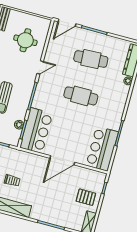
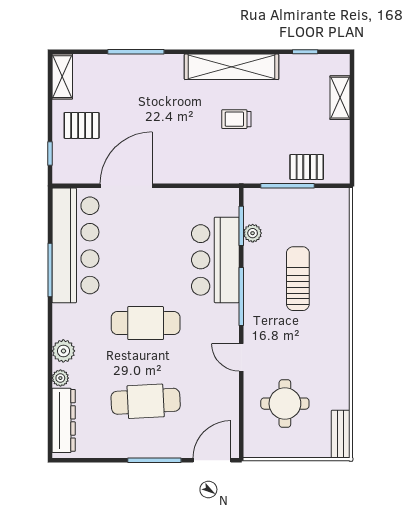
door: (40, 67) -> (241, 357), hinge flipped
plant: (123, 93) -> (63, 351), added
bar counter: (36, 131) -> (215, 260), moved
bar counter: (102, 149) -> (75, 245), width x1.36
door: (62, 160) -> (126, 186), moved

